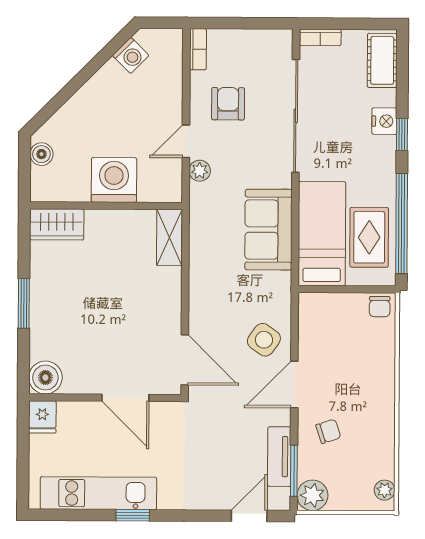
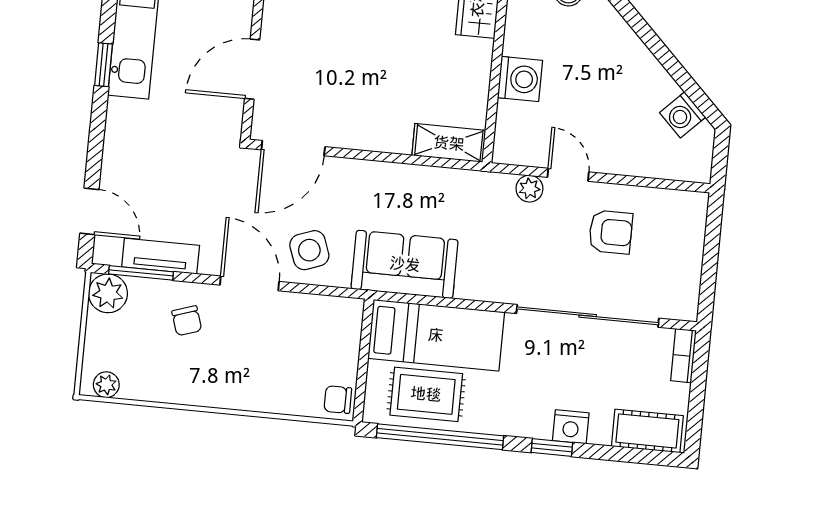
bookcase: (198, 49) -> (683, 200), removed
washing machine: (114, 180) -> (520, 79), width x0.73, depth x0.73
sofa: (268, 230) -> (405, 264), moved
side table: (264, 340) -> (309, 250), turned 35

